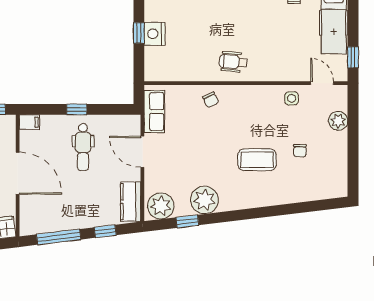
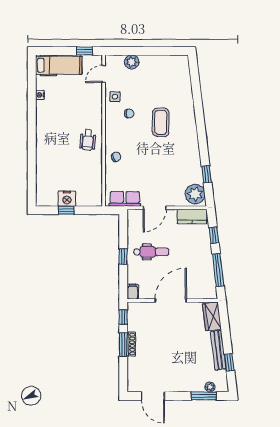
chair: (300, 151) -> (129, 113), moved
plant: (204, 200) -> (191, 162), removed

